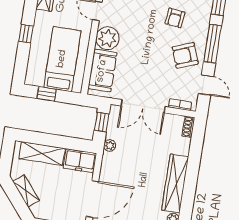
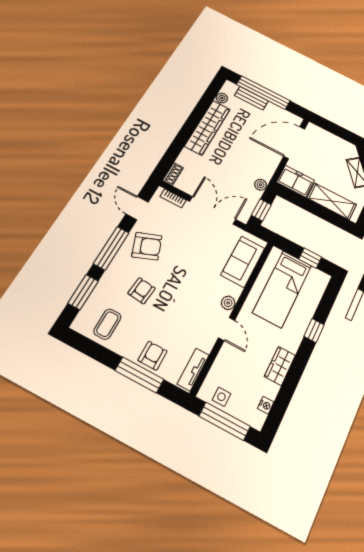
plant: (107, 38) -> (228, 303), width x0.53, depth x0.53

